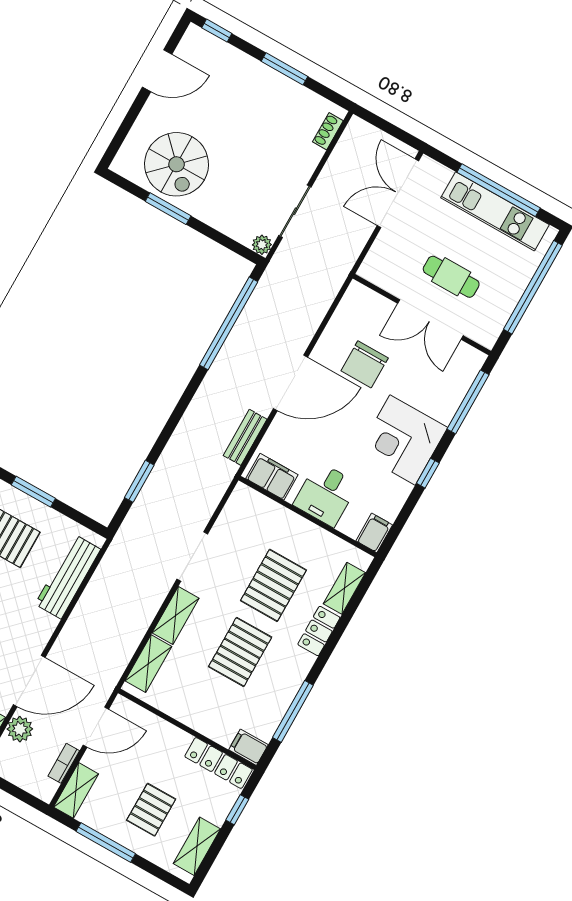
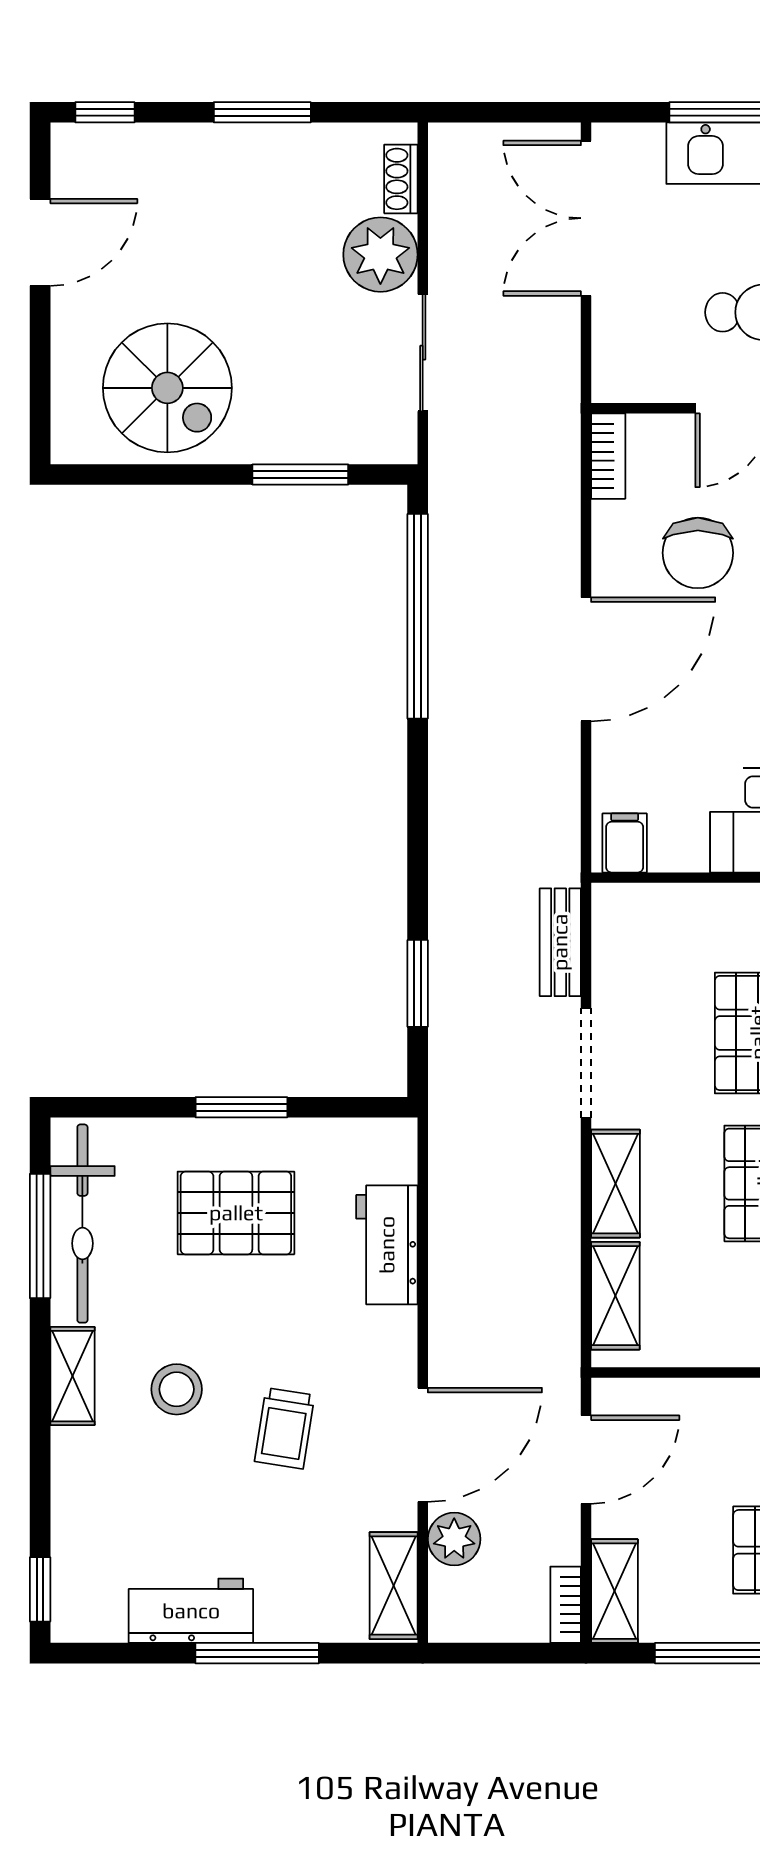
window: (168, 209) -> (300, 475), moved
plant: (262, 245) -> (380, 255), moved, width x1.87, depth x1.87
bookcase: (350, 301) -> (608, 456), added
bench: (245, 437) -> (560, 942), moved
filing cabinet: (272, 477) -> (625, 843), width x0.50
workbench: (68, 577) -> (387, 1245), width x0.73
bookcase: (64, 763) -> (566, 1605), moved

